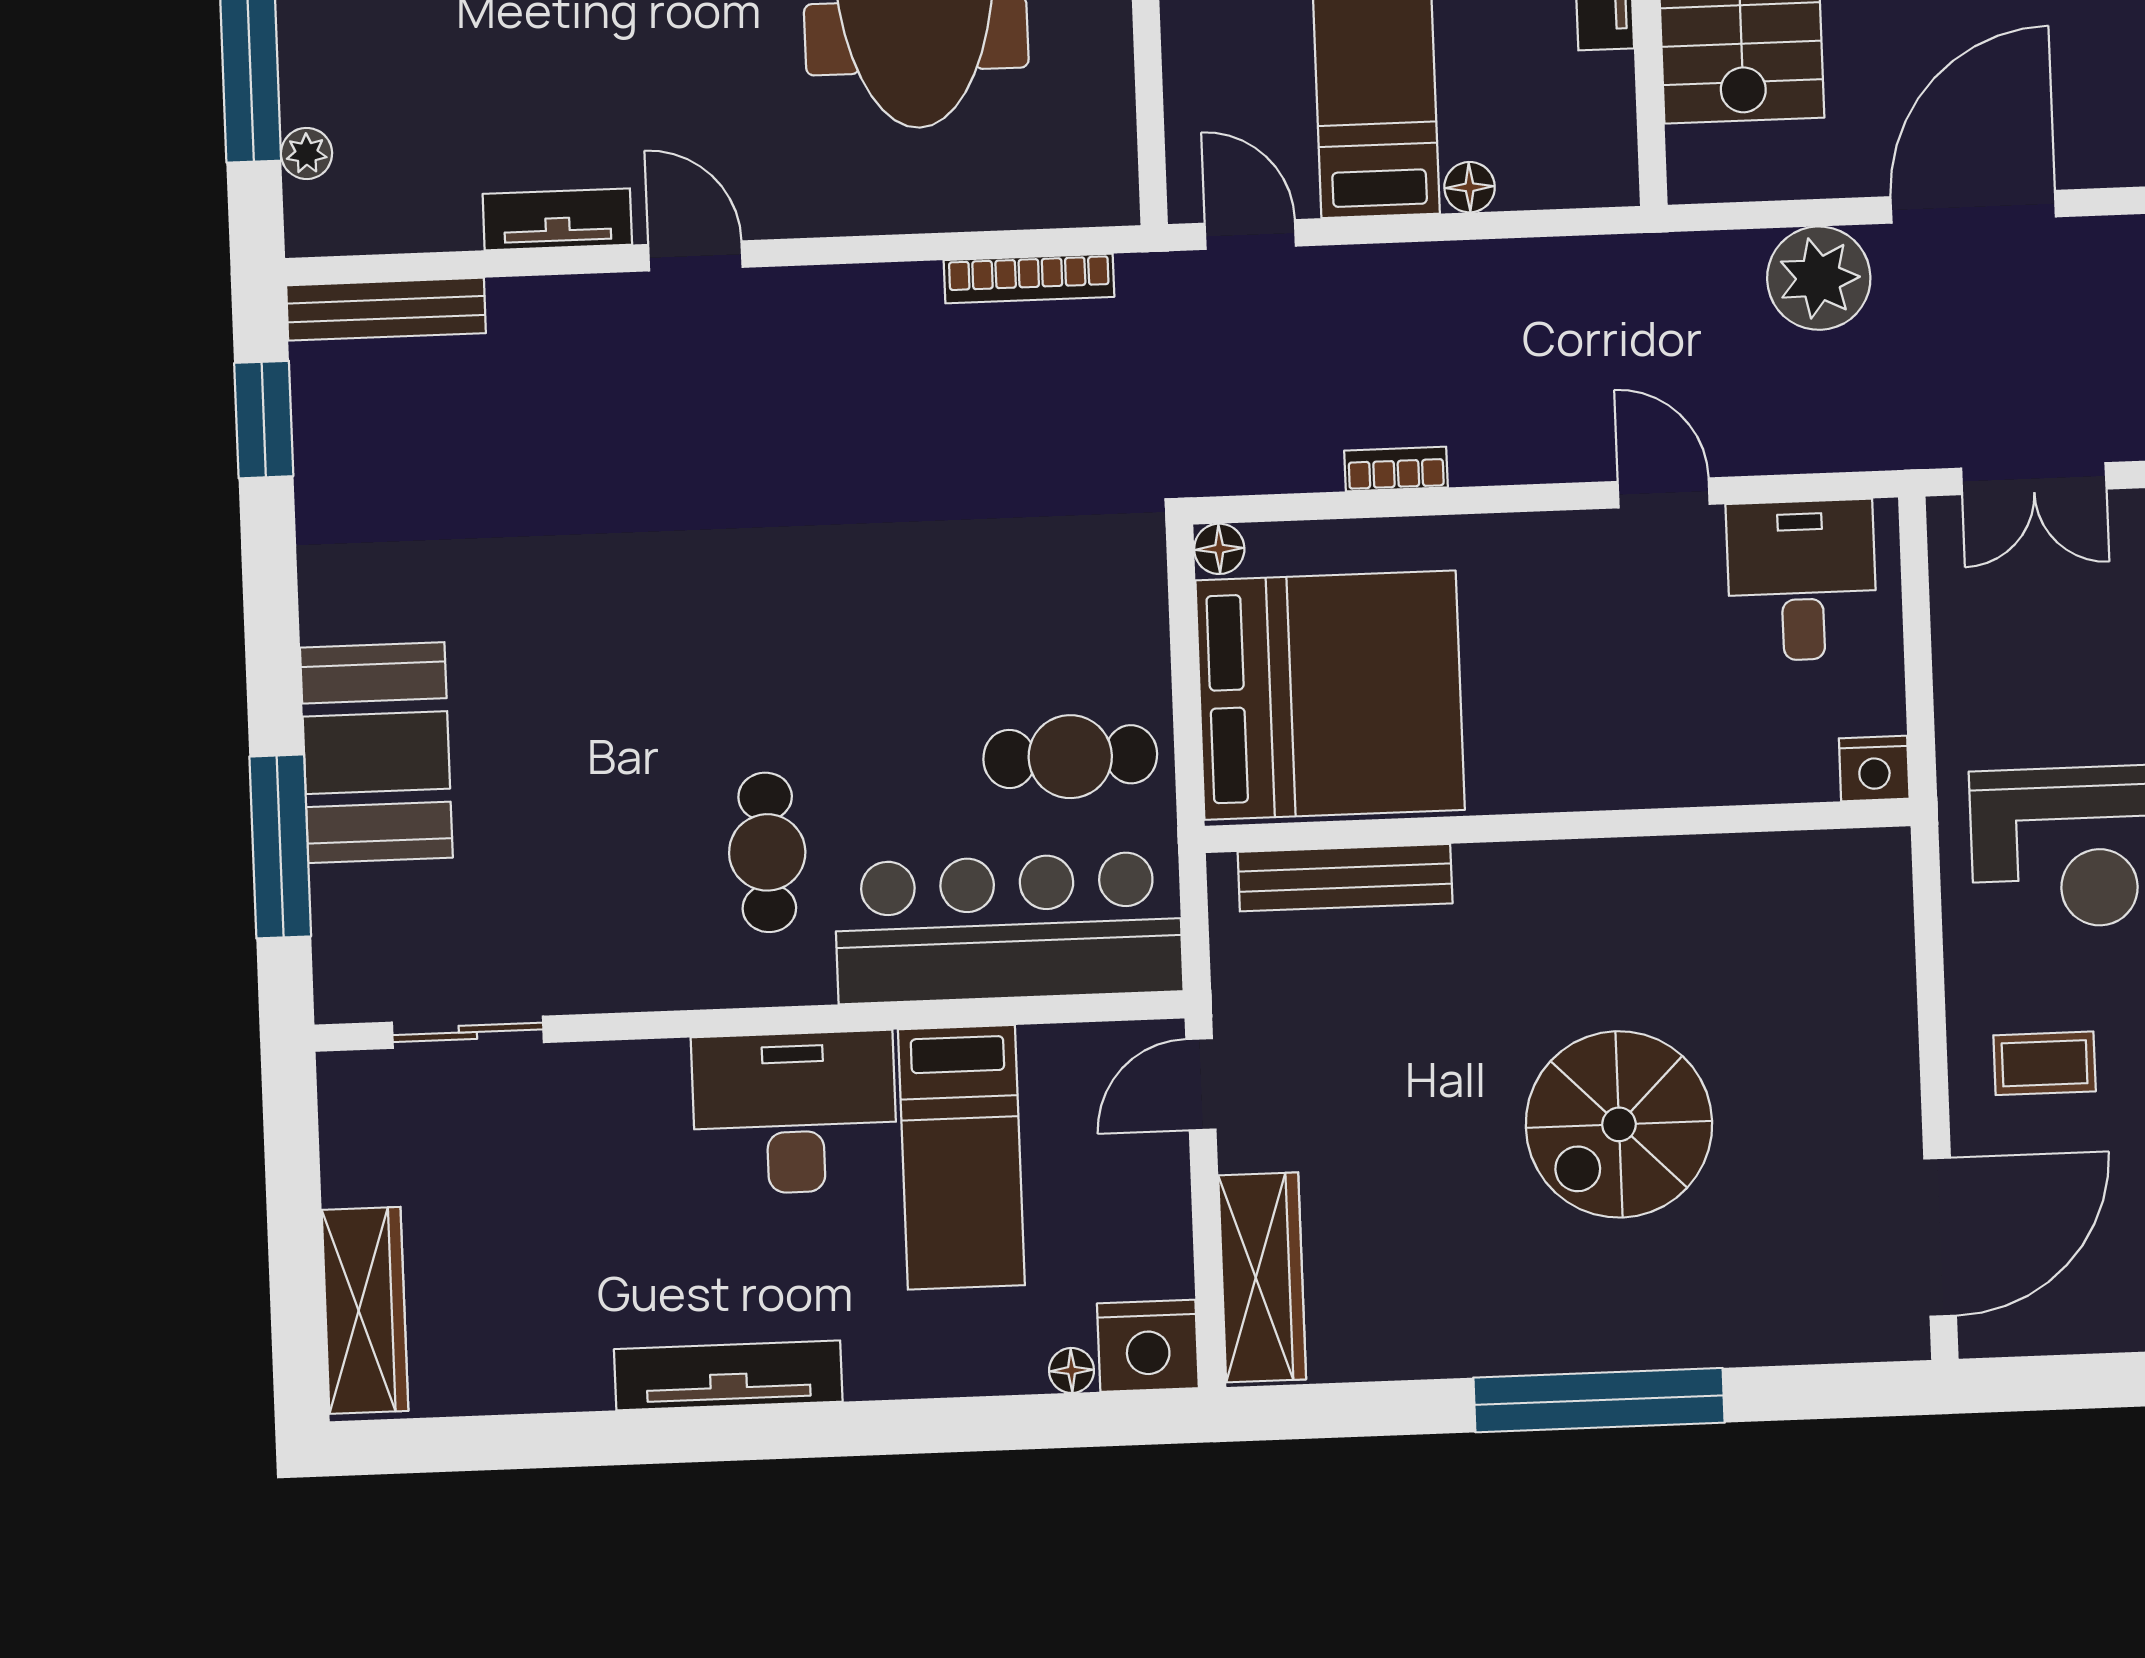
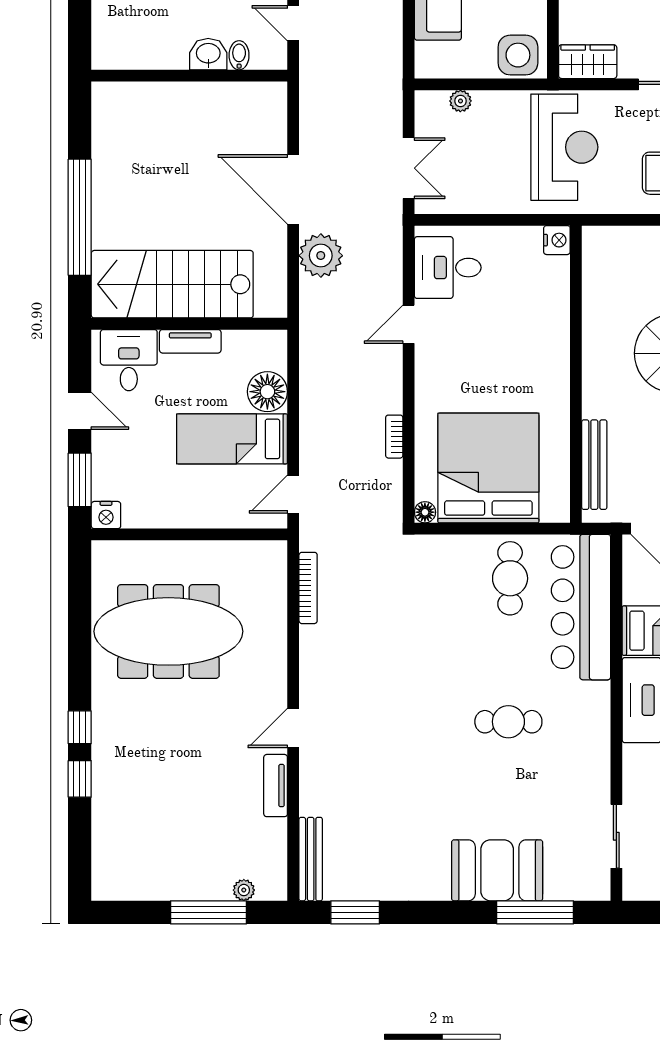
floor lamp: (1470, 187) -> (267, 392), width x1.89, depth x1.89
nightstand: (1874, 769) -> (557, 240), moved
wall: (1558, 826) -> (576, 374), moved
cafe table: (767, 852) -> (508, 722), moved
bench: (1345, 878) -> (594, 465), moved

